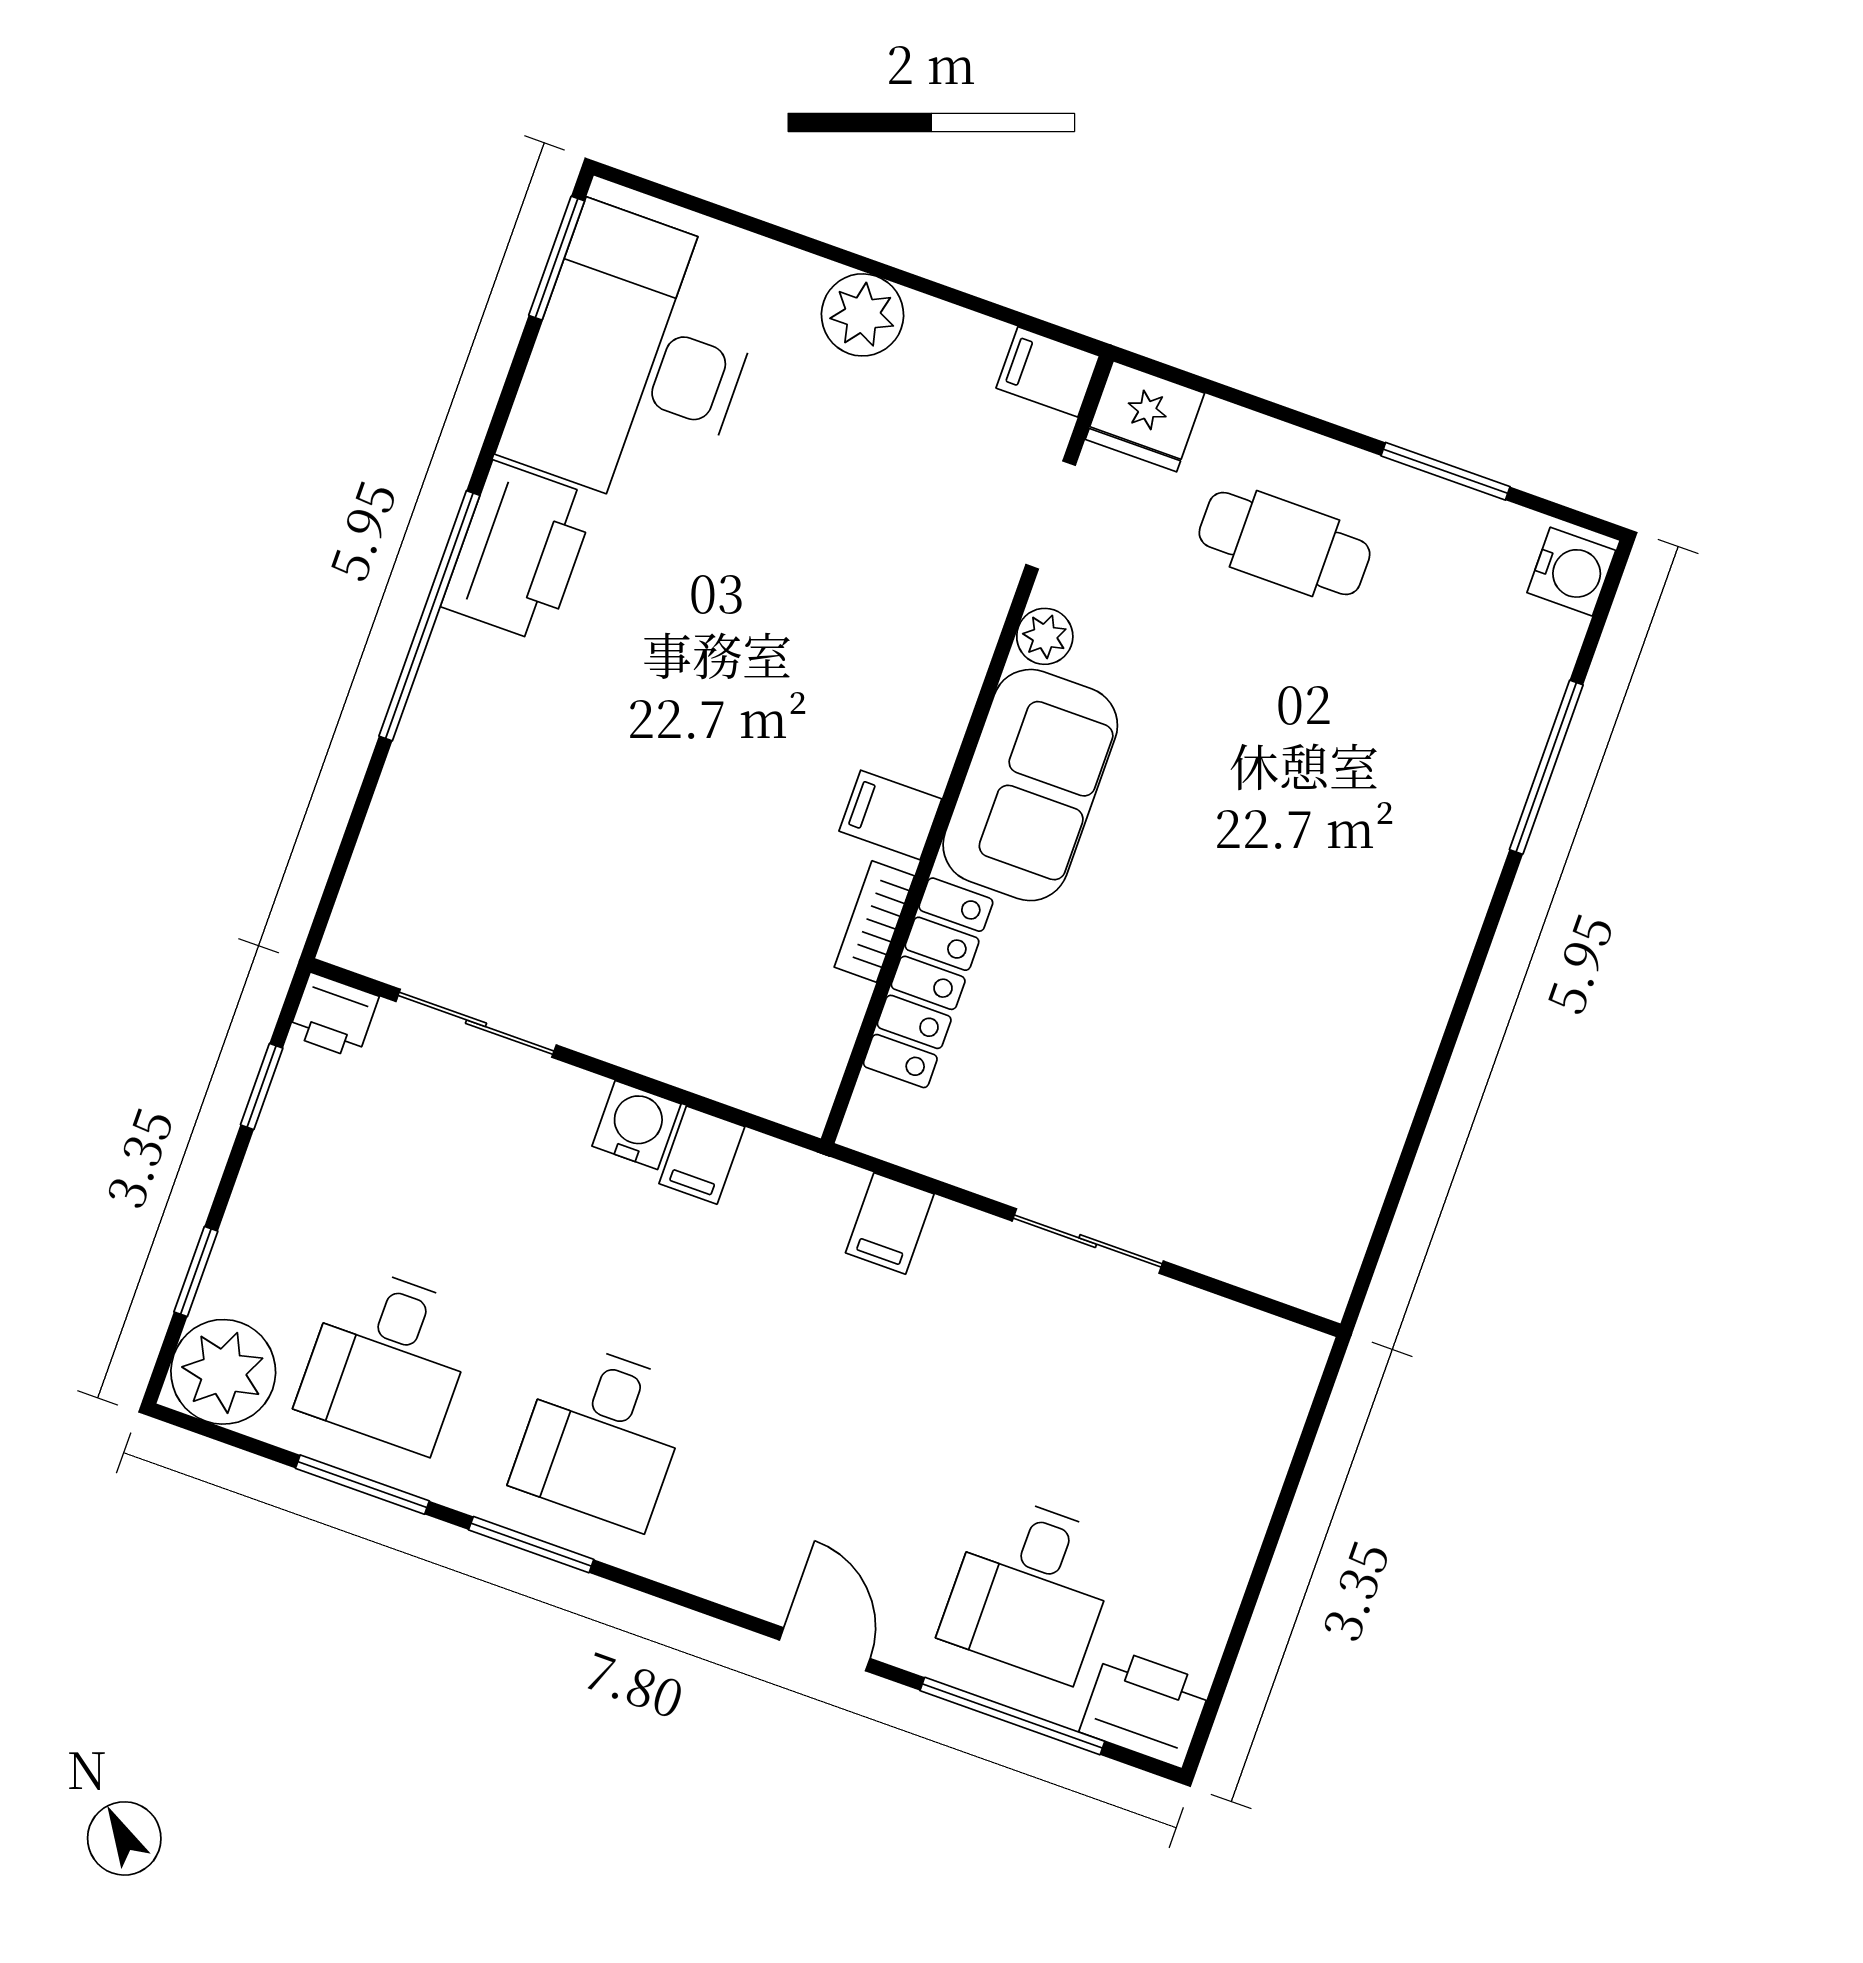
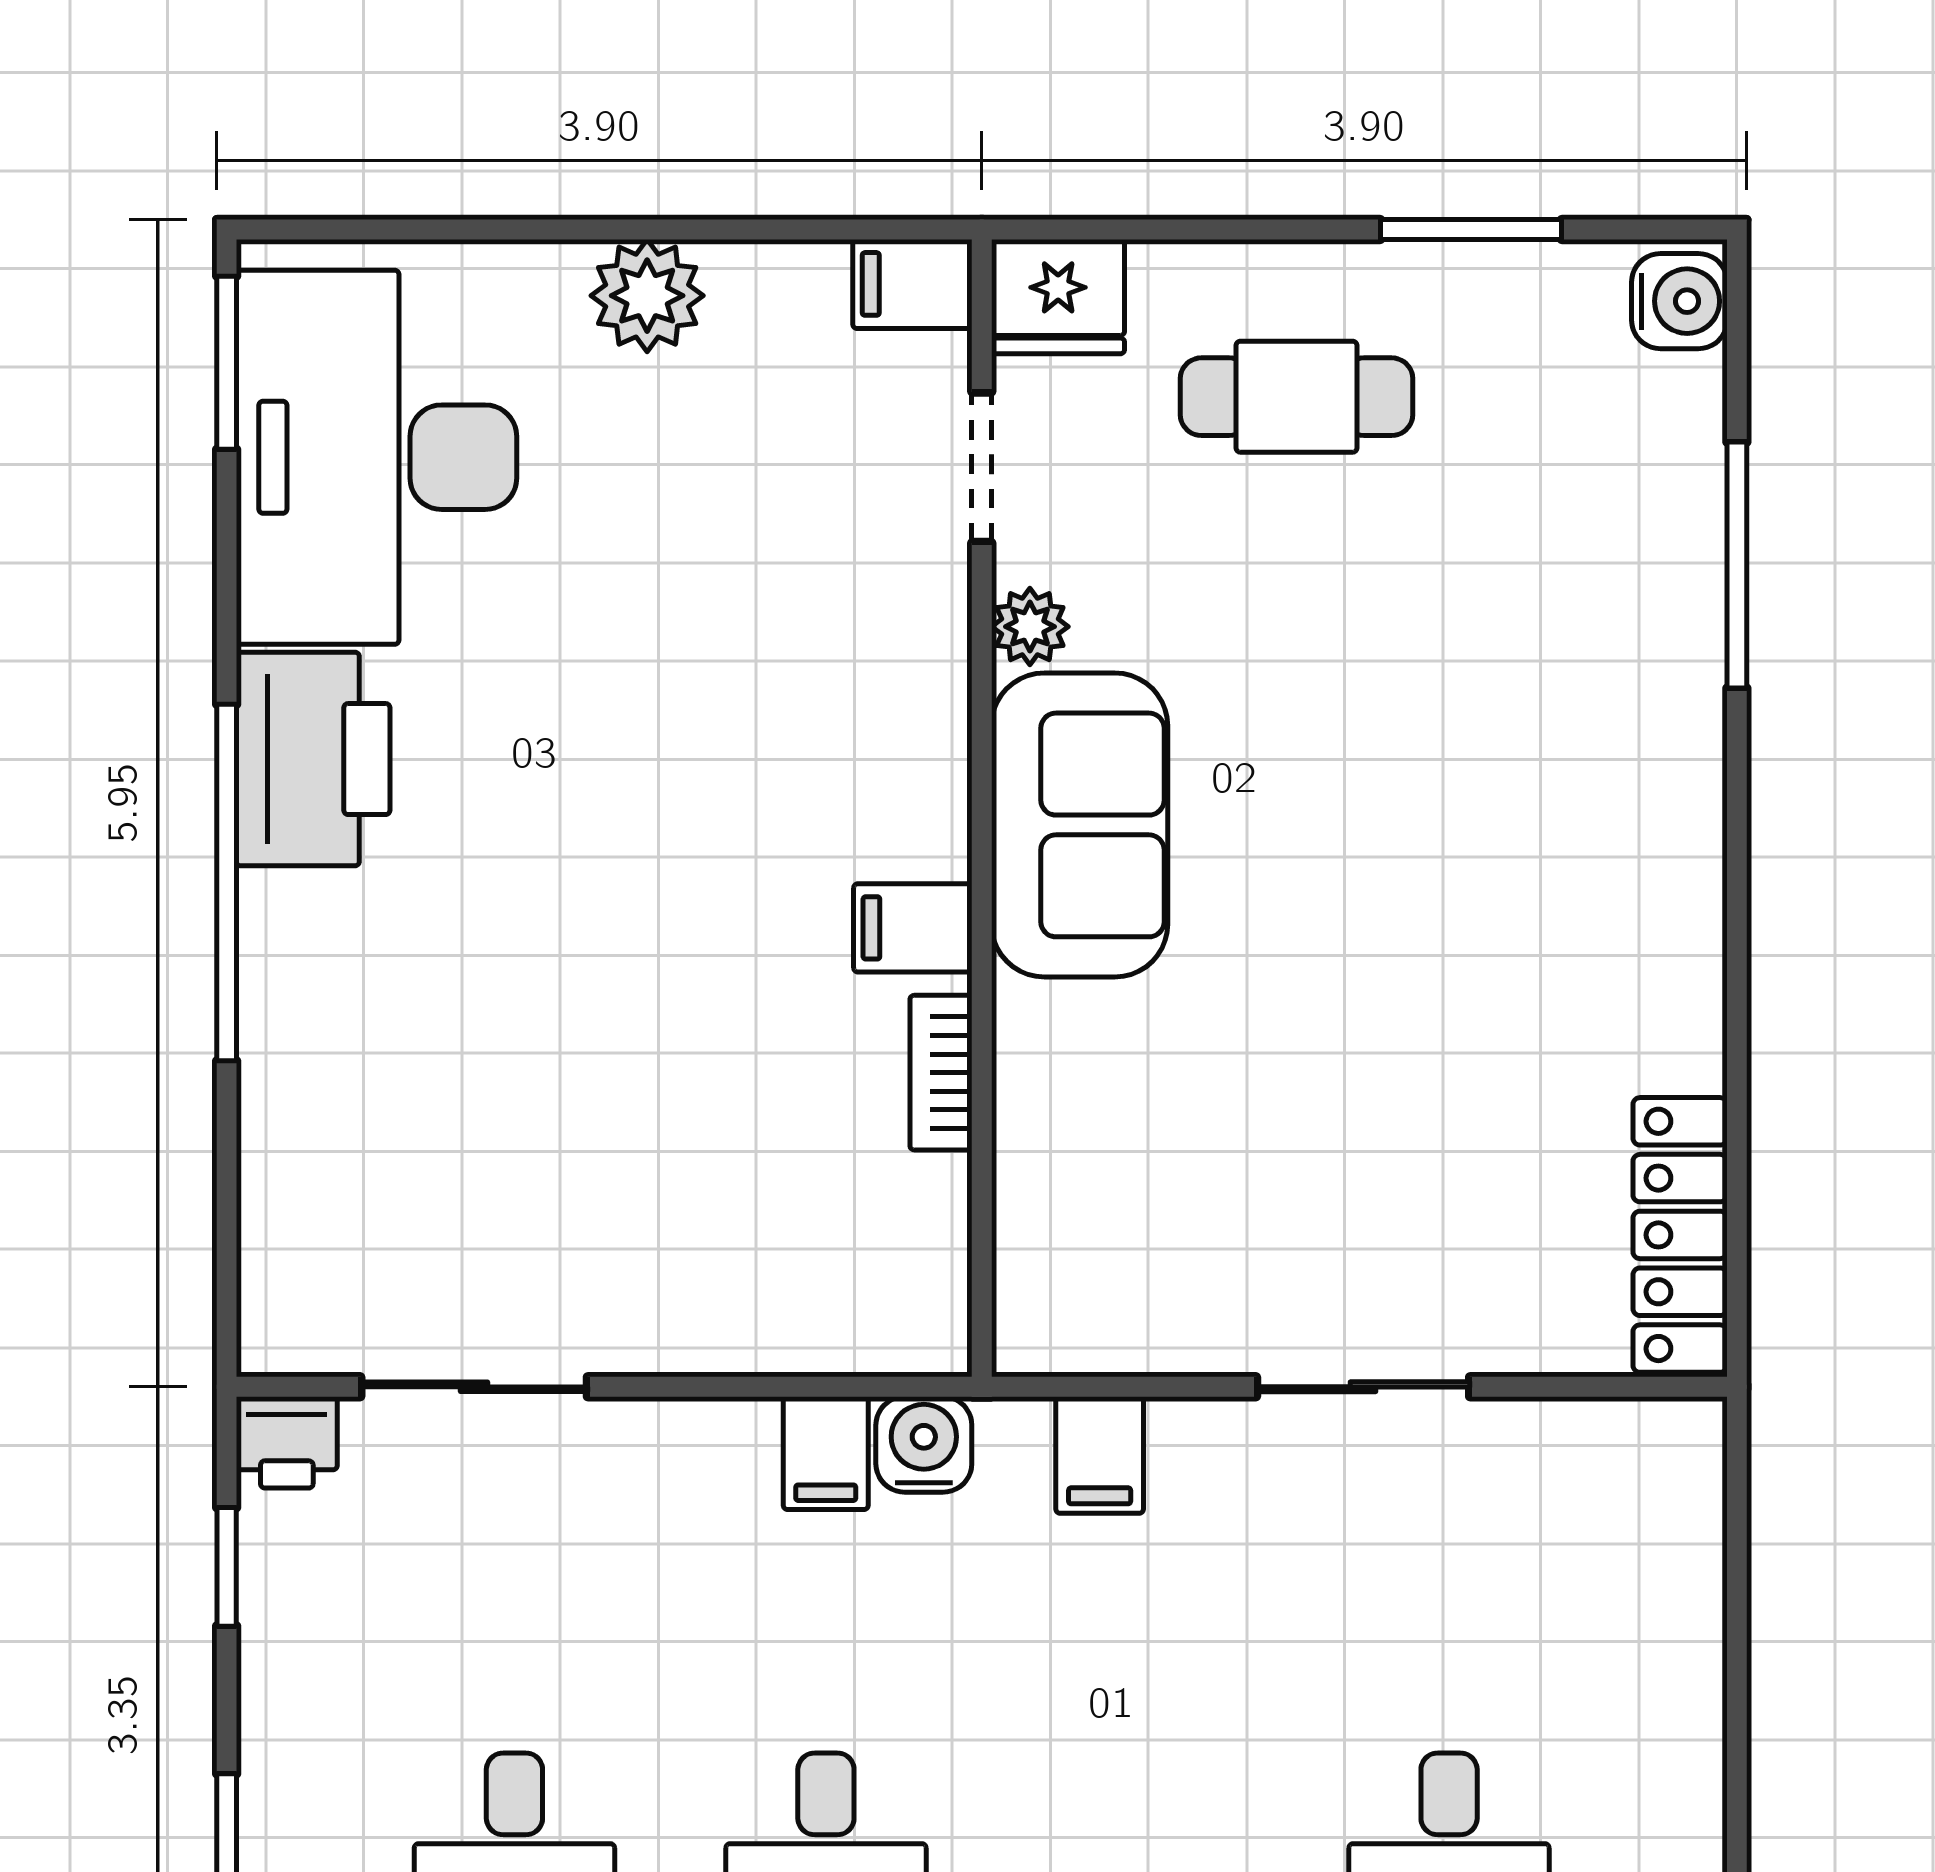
locker: (928, 983) -> (1680, 1235), moved, turned 180
water cooler: (636, 1125) -> (924, 1444), moved

